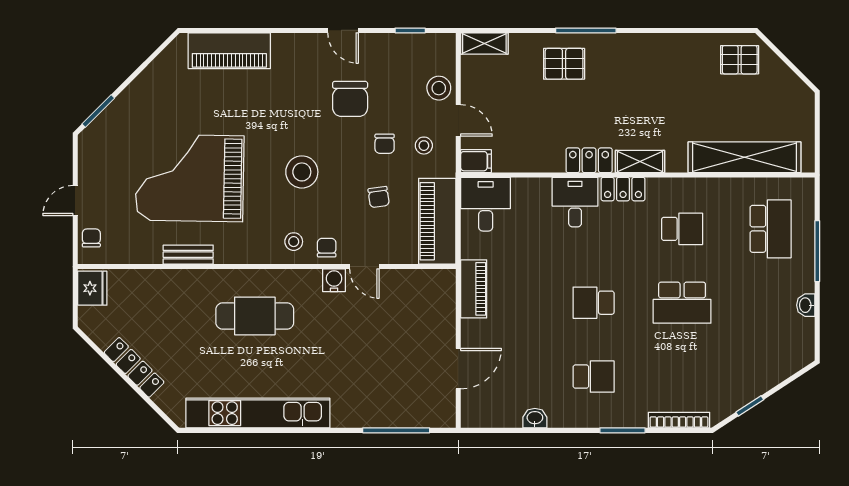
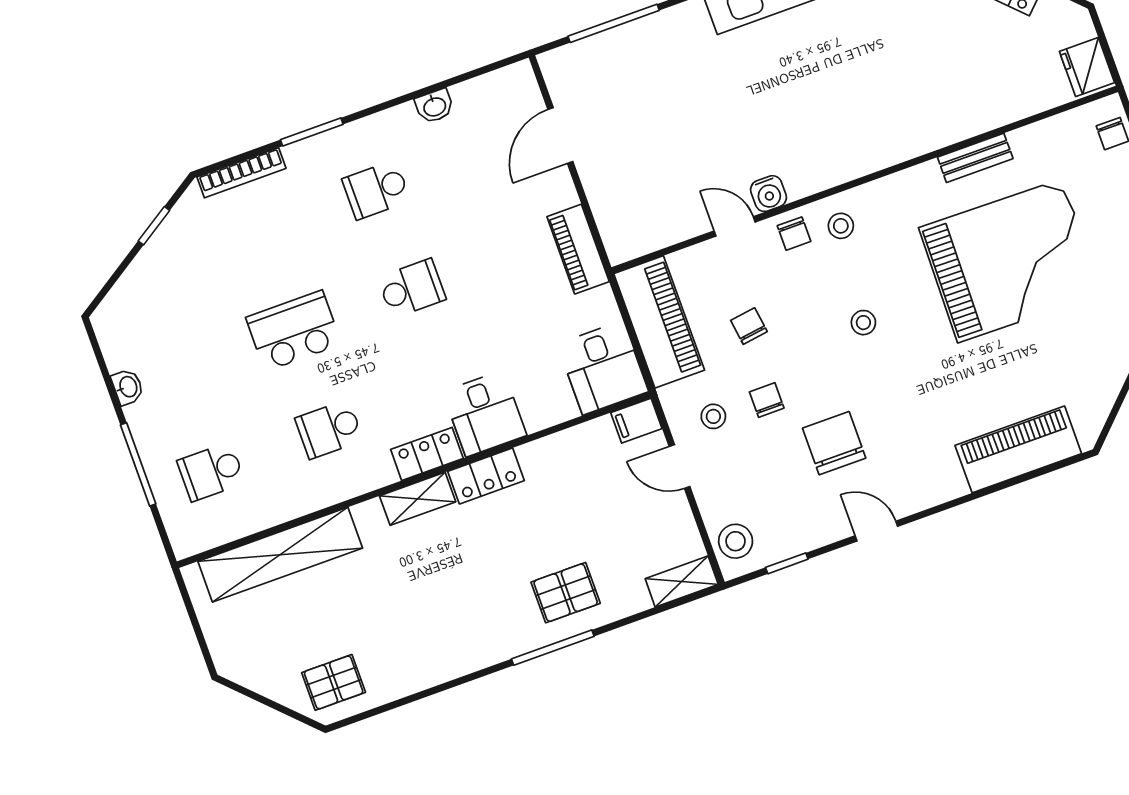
stool: (439, 88) -> (736, 541), moved
stool: (302, 172) -> (863, 323), width x0.53, depth x0.53
school desk: (771, 229) -> (211, 472), width x0.54
cafe table: (255, 316) -> (857, 108), removed

